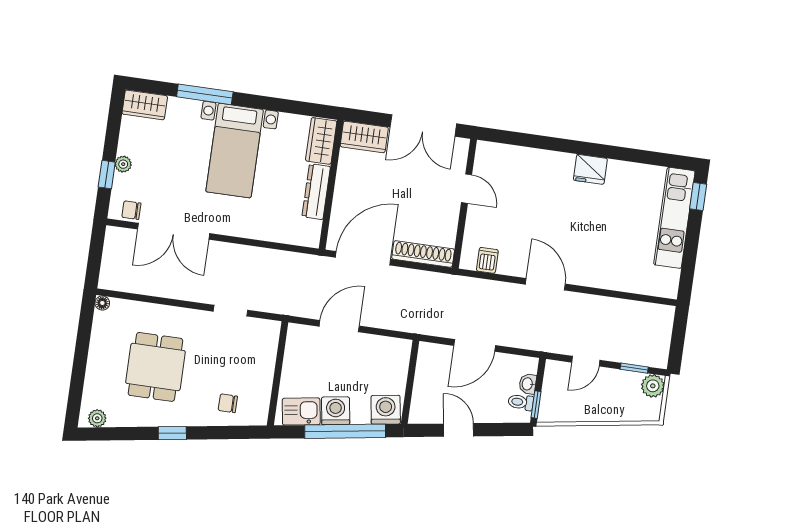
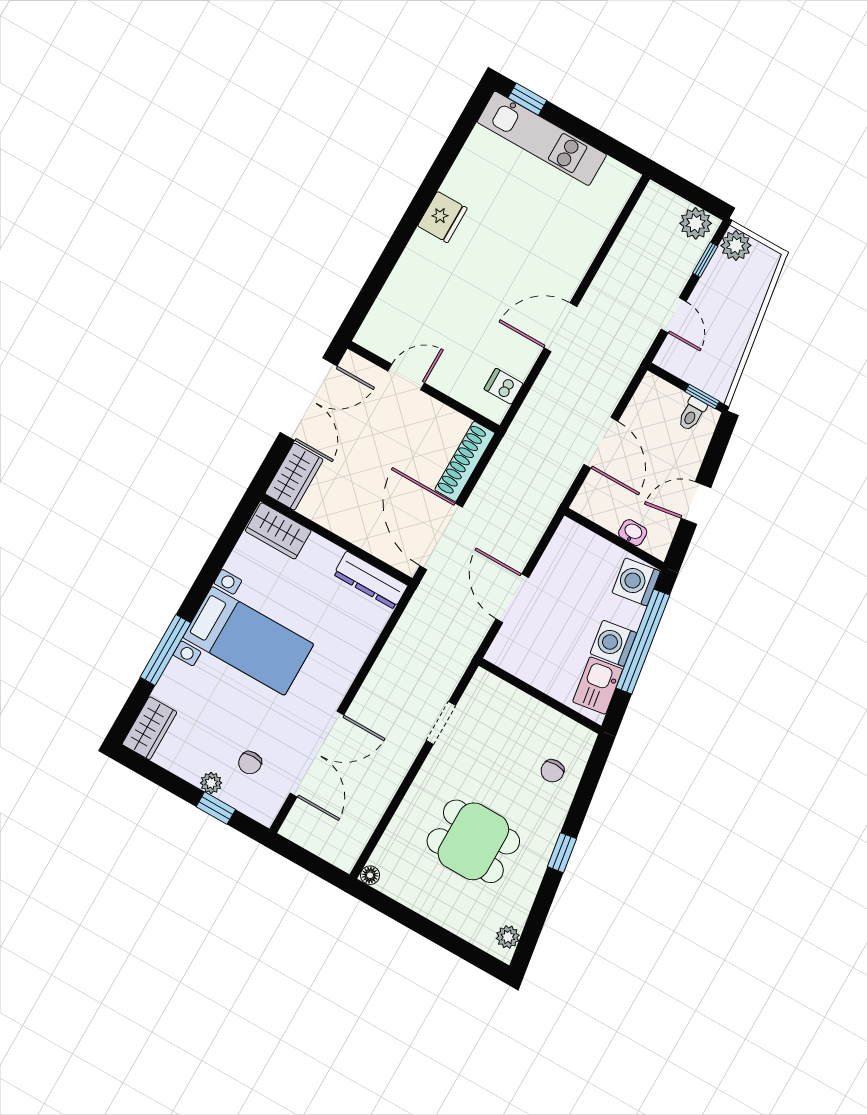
dresser: (316, 192) -> (371, 580), moved
chair: (131, 210) -> (250, 763), moved
plant: (657, 351) -> (696, 223), added
washbasin: (528, 384) -> (633, 533), moved, turned 180

